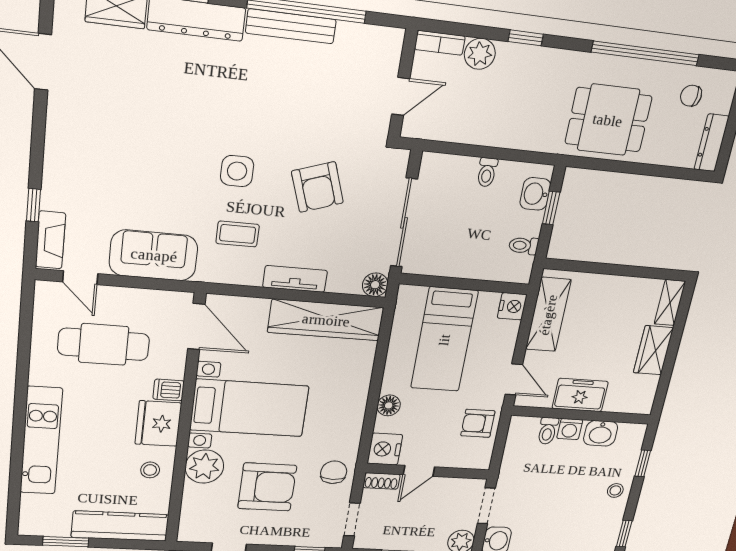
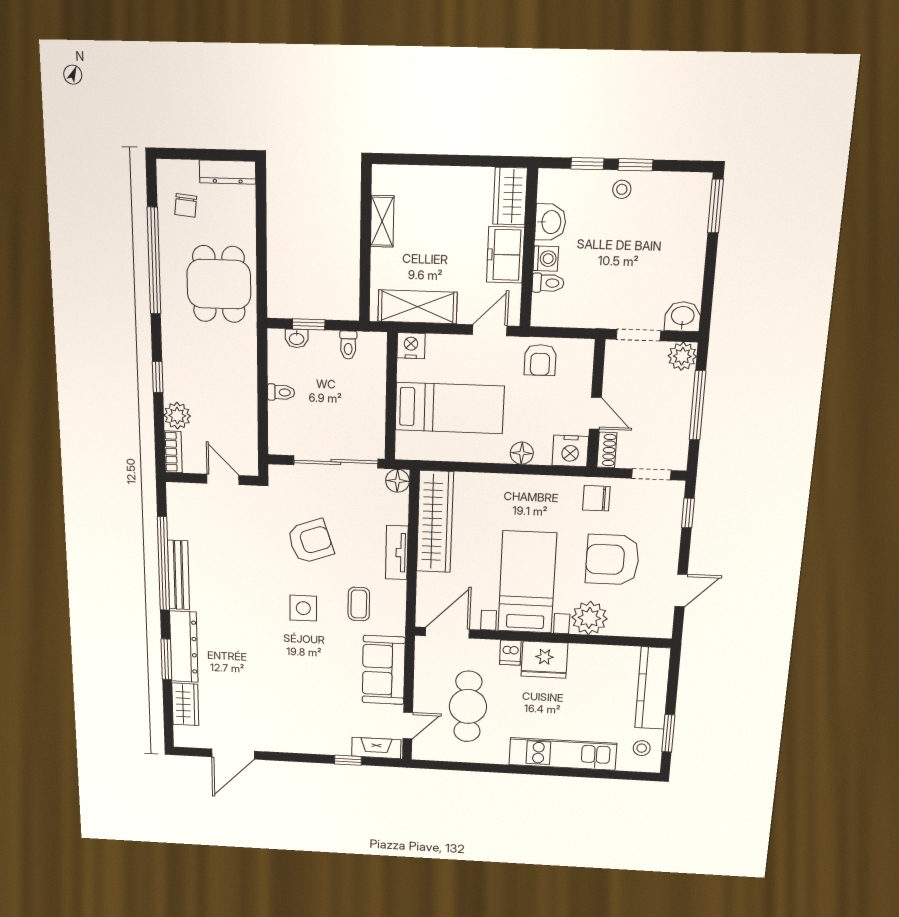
washbasin: (535, 194) -> (297, 338), width x0.72, depth x0.69
shelving: (670, 303) -> (382, 221), moved, turned 90
wardrobe: (653, 350) -> (510, 196), moved, turned 90
stool: (150, 470) -> (642, 748), moved
armchair: (267, 487) -> (612, 560), turned -90
window: (624, 534) -> (635, 165), moved

